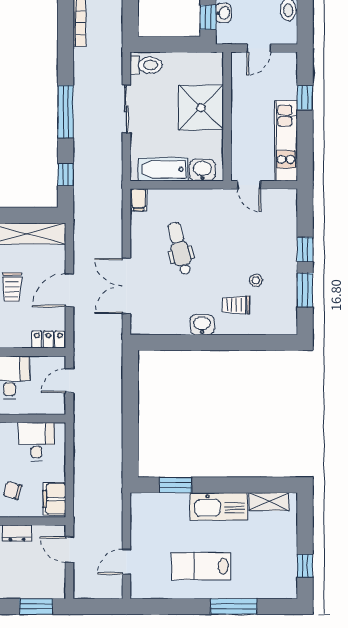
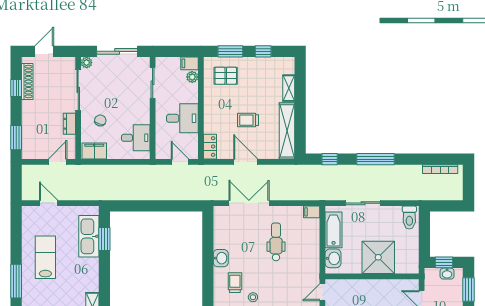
sliding door: (126, 109) -> (363, 203), moved
dental chair: (180, 249) -> (276, 242), turned -76
kitchen sink: (219, 506) -> (89, 236), moved

